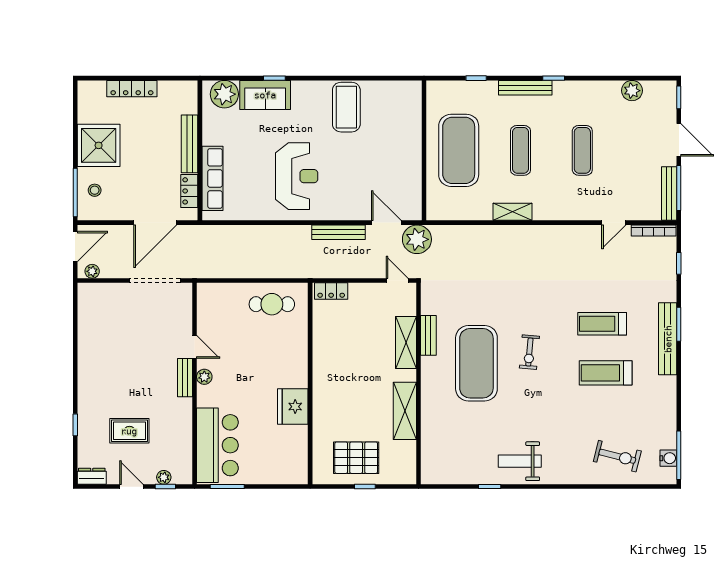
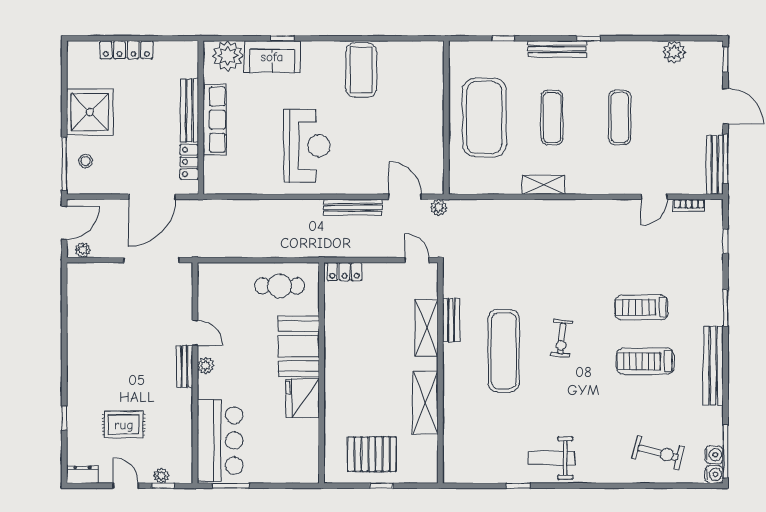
row of seats: (213, 178) -> (215, 120), moved
bookcase: (654, 231) -> (689, 205), width x0.64
plant: (417, 239) -> (439, 208), width x0.53, depth x0.53
bench: (668, 339) -> (713, 366), moved
booth: (289, 359) -> (299, 346), added
exercise mat: (476, 363) -> (504, 351), width x0.68
water cooler: (668, 476) -> (714, 474), added

